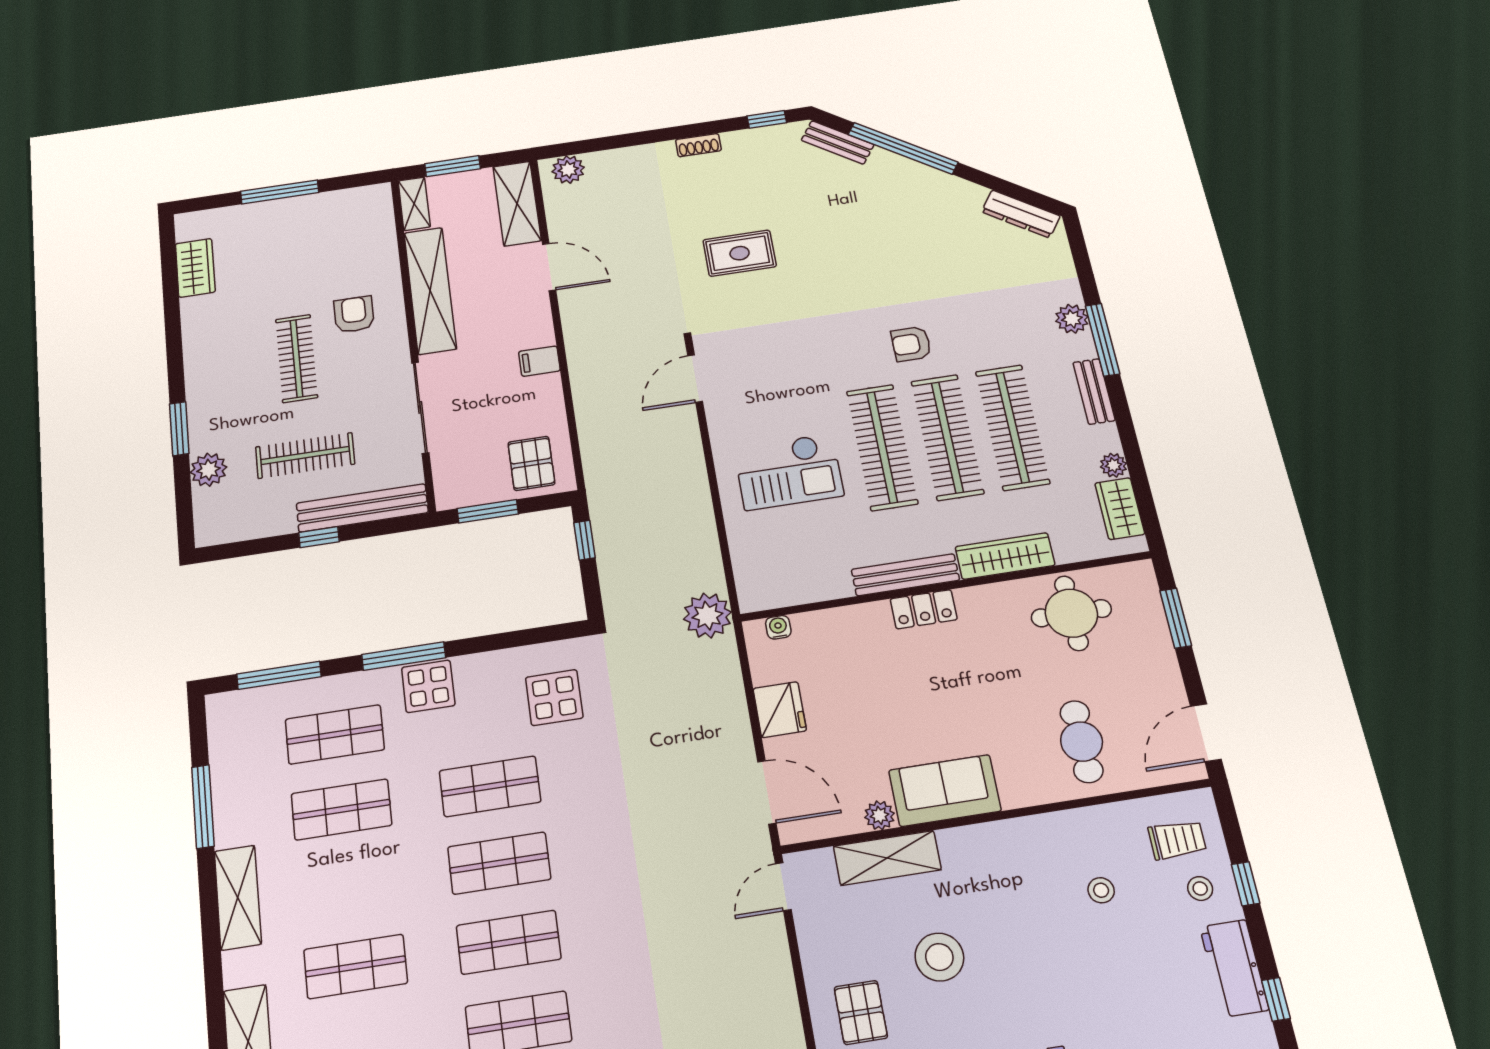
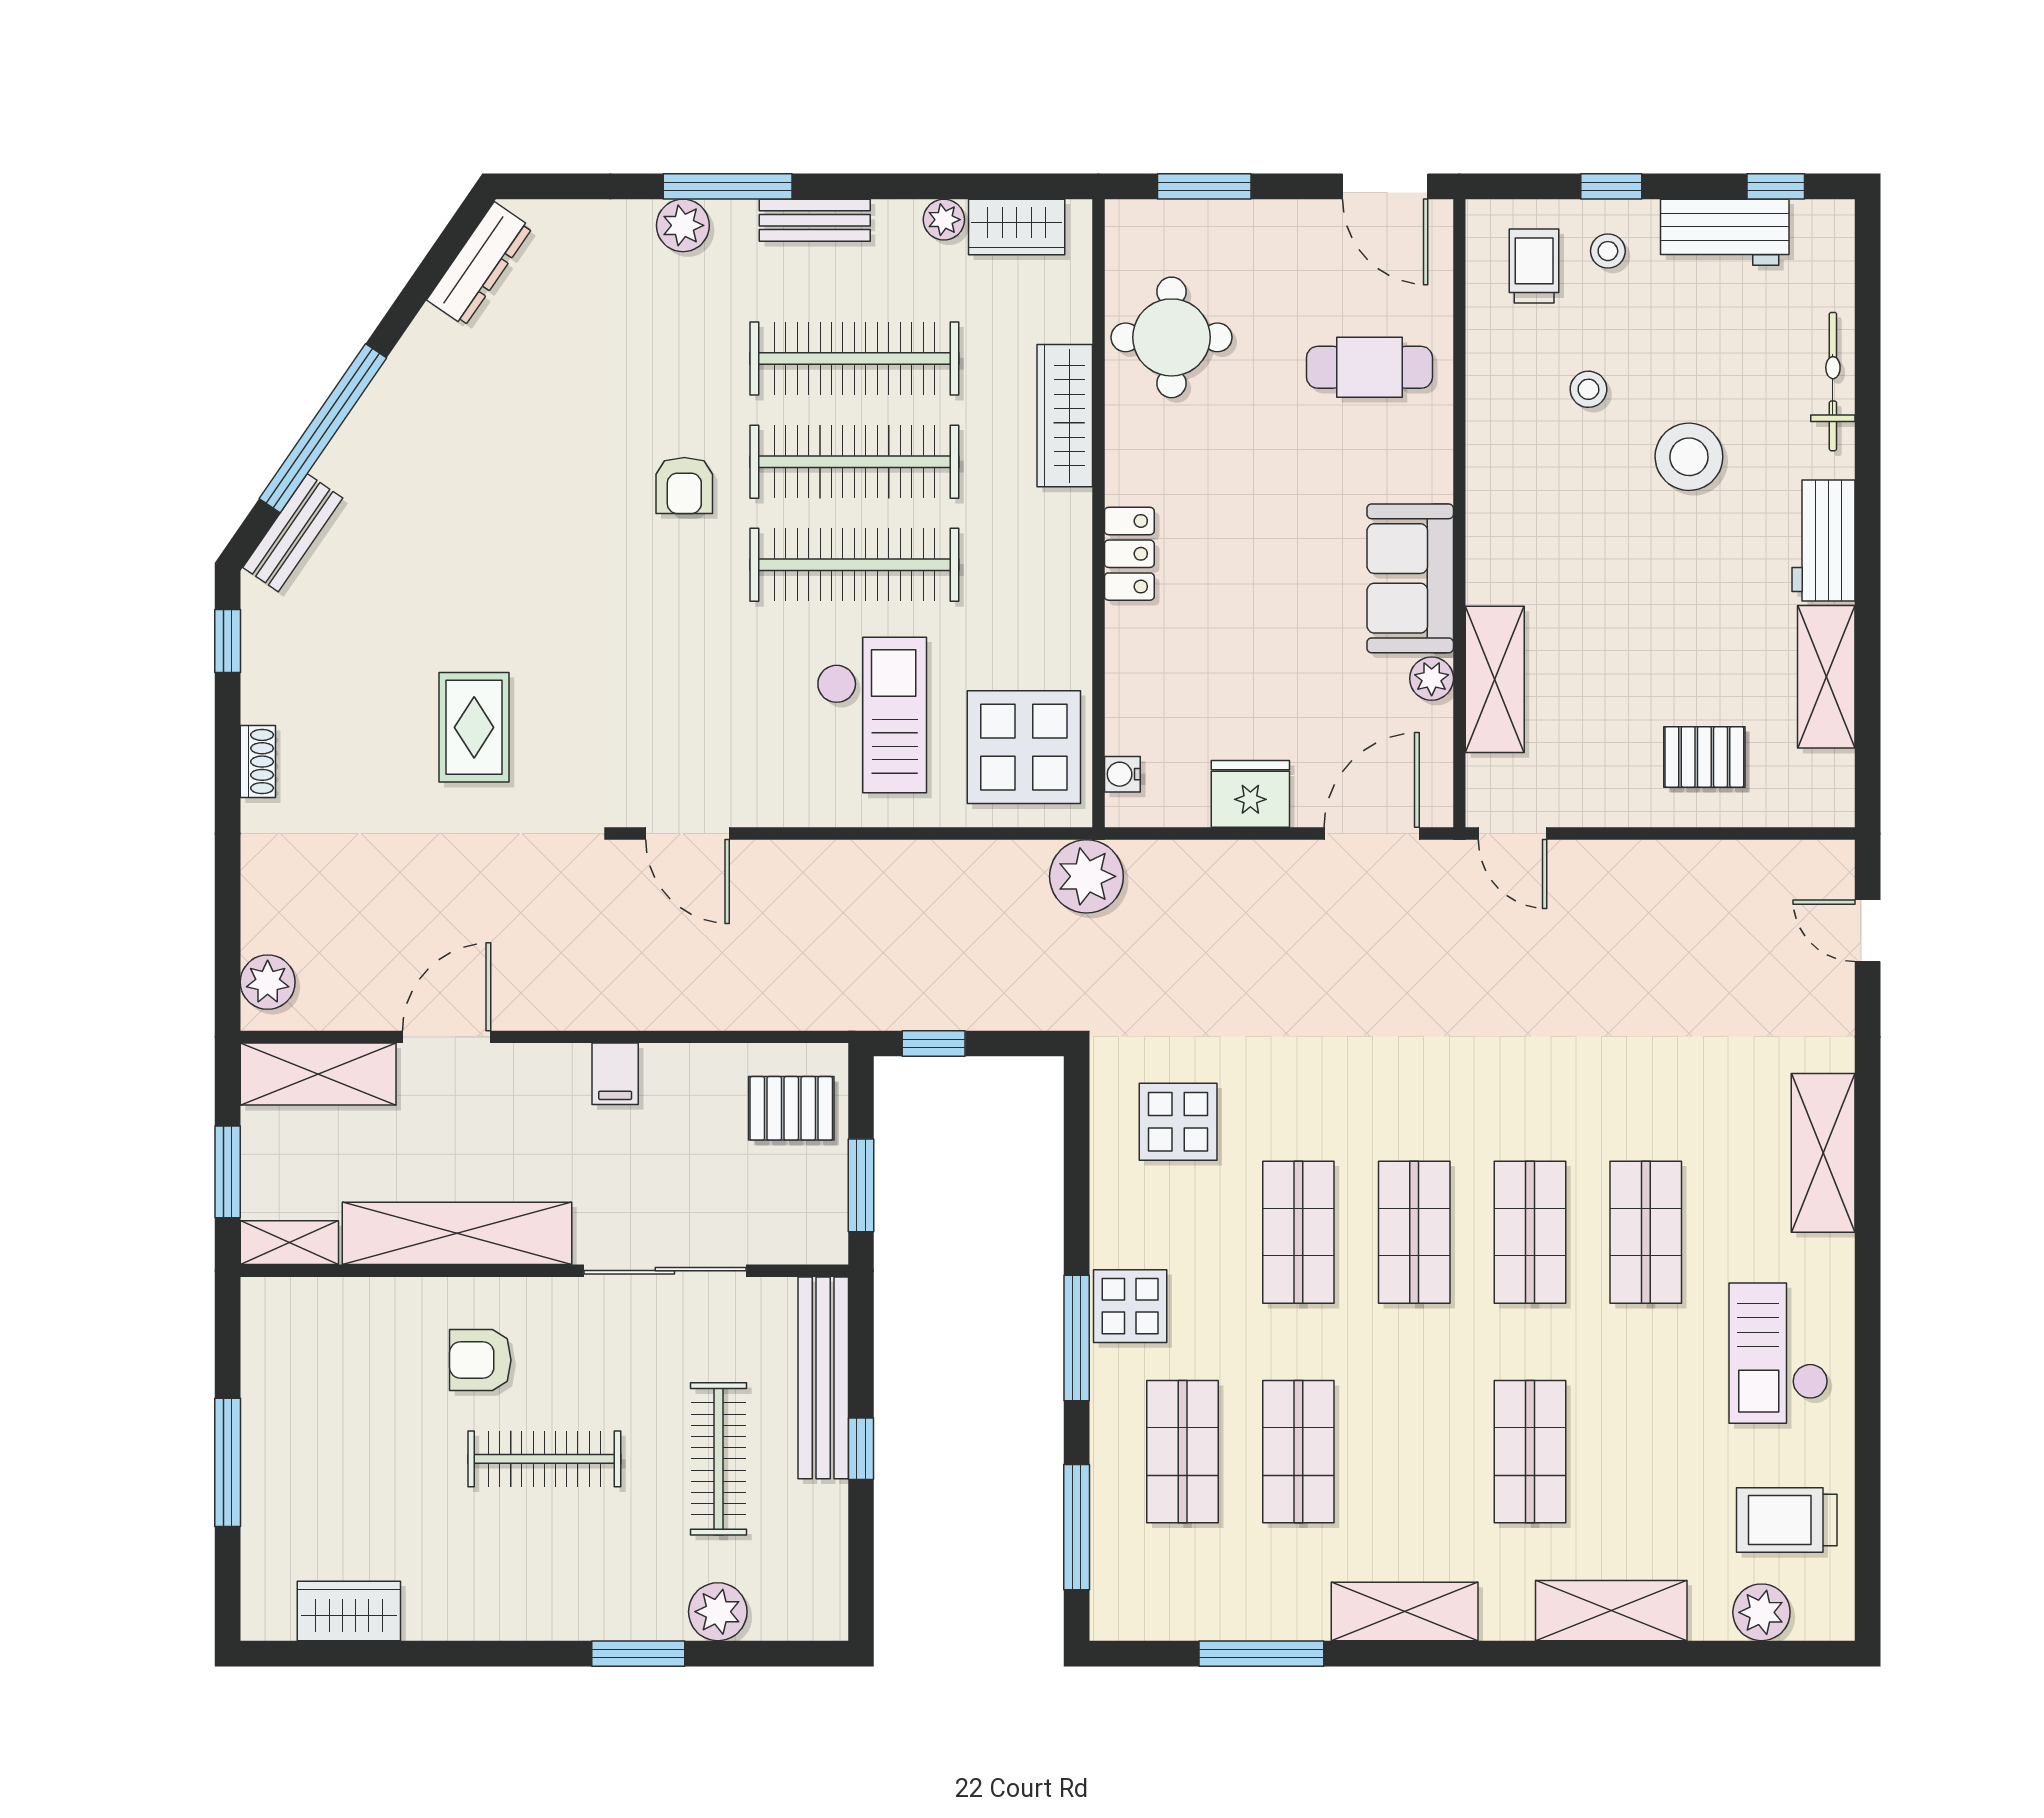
display table: (785, 565) -> (1024, 747), added
bench: (905, 575) -> (1070, 570), removed
stool: (939, 957) -> (1689, 457), moved

